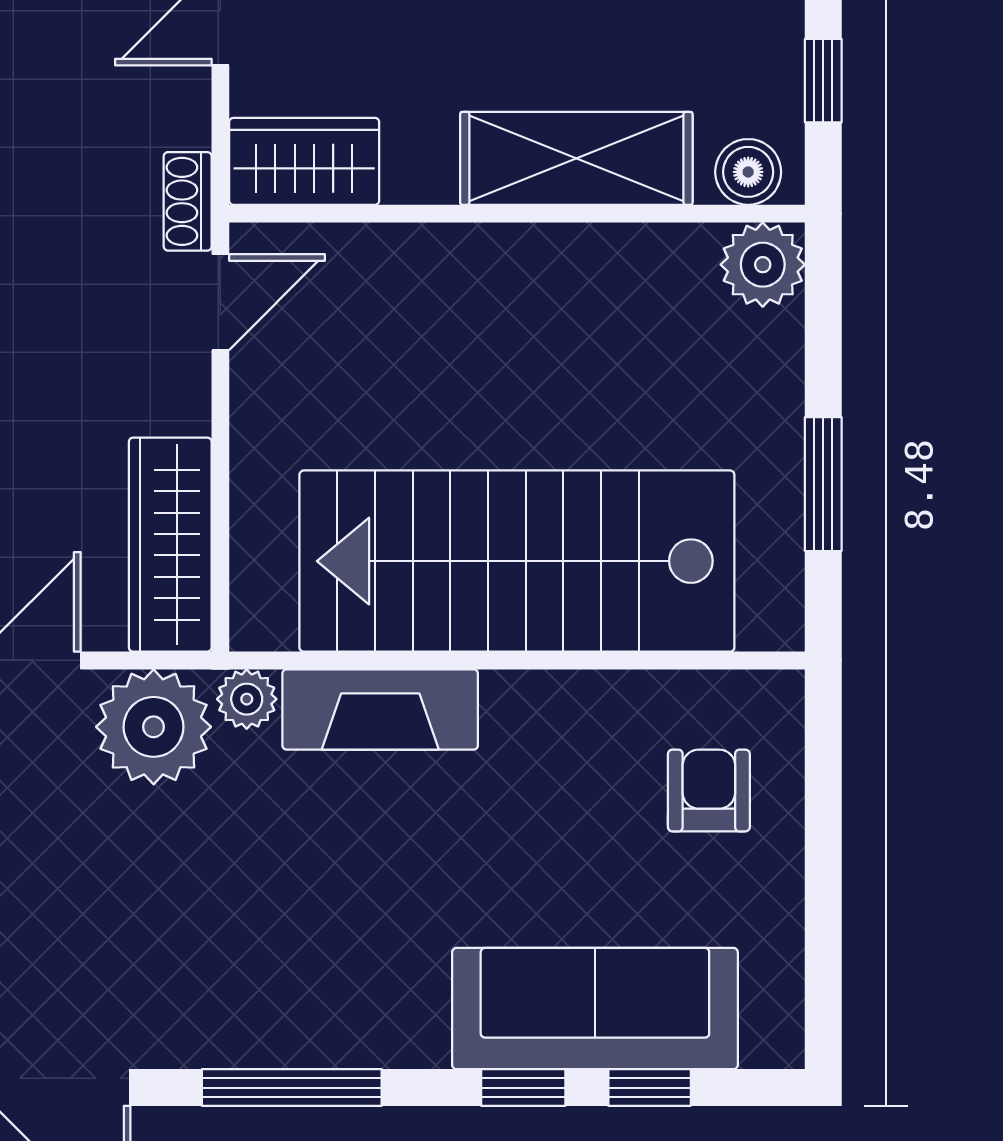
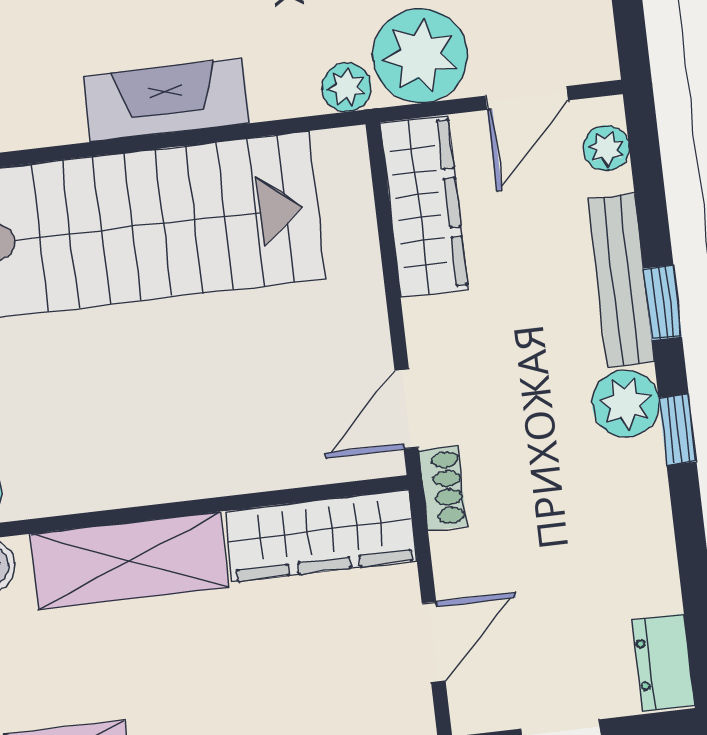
wardrobe: (304, 161) -> (321, 536), width x1.50
fireplace: (380, 709) -> (166, 100), moved

